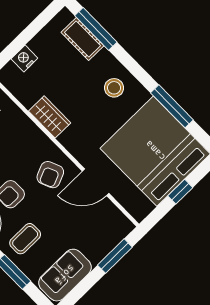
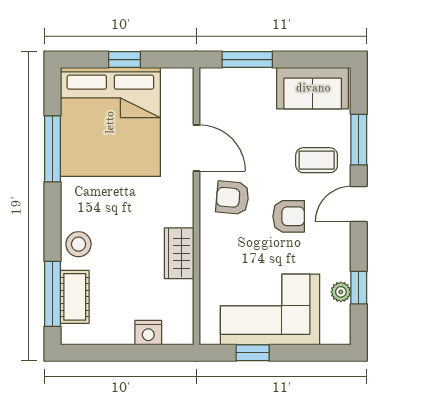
stool: (114, 88) -> (79, 244), moved
armchair: (50, 175) -> (232, 198), turned -152

